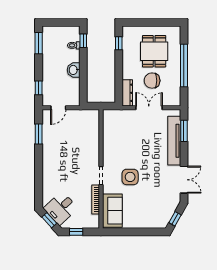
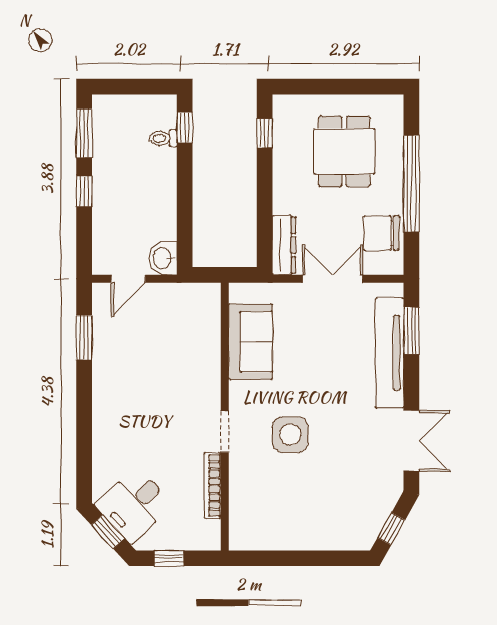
washbasin: (74, 70) -> (163, 258), moved
chair: (152, 81) -> (382, 233), moved
window: (39, 88) -> (84, 191), moved
sofa: (112, 211) -> (250, 342), moved

